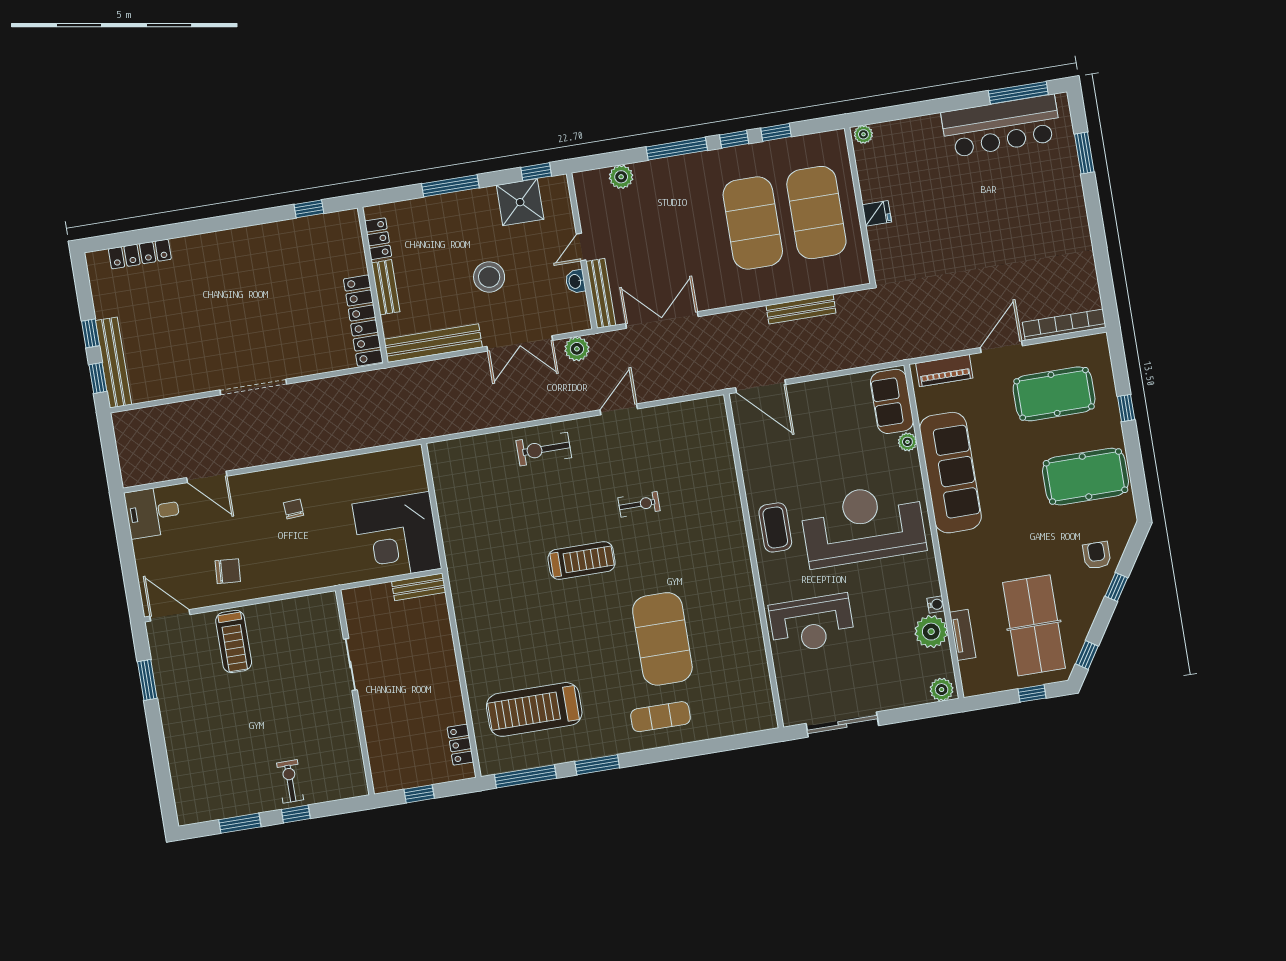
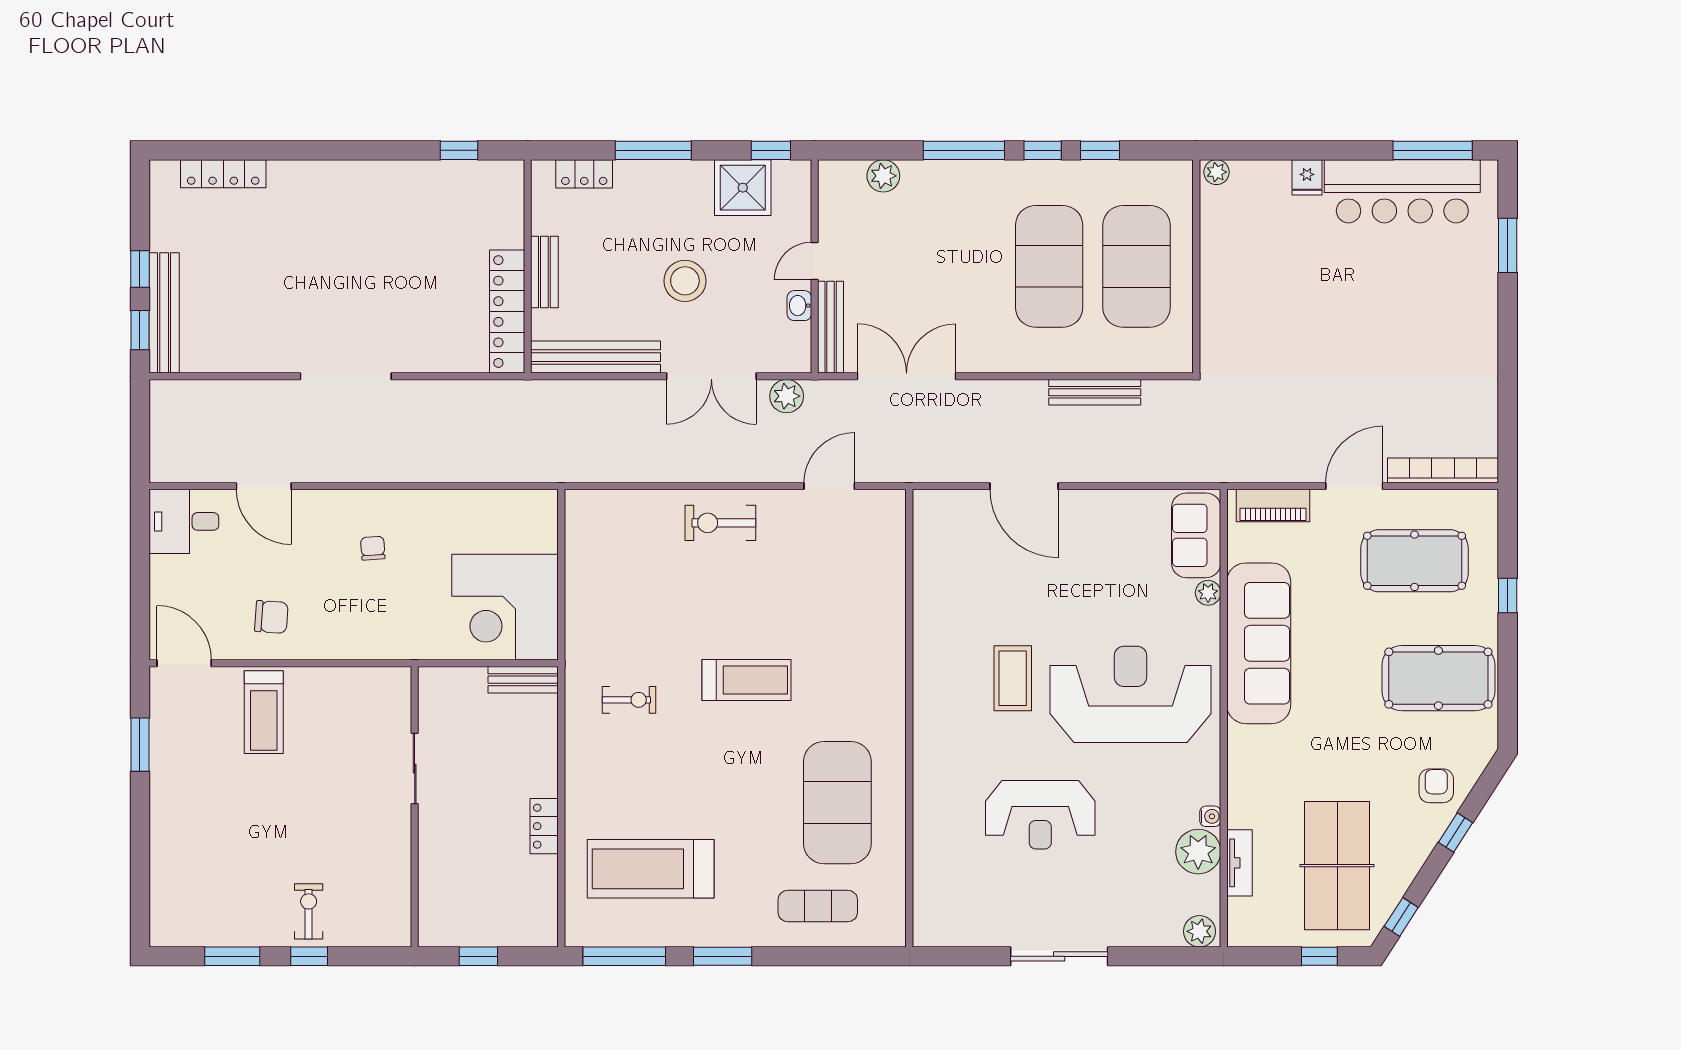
fridge: (877, 213) -> (1307, 177), moved, turned 90
locker: (378, 239) -> (584, 174), moved, turned 90
exercise bike: (639, 504) -> (629, 700), moved
wall: (754, 561) -> (909, 718), moved
locker: (460, 745) -> (544, 826), moved

